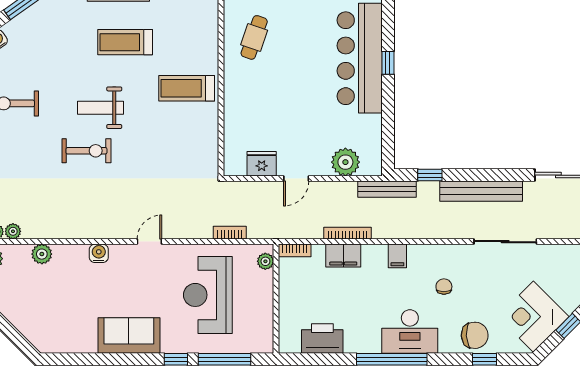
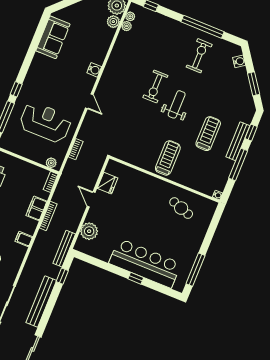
plant: (42, 254) -> (113, 22), moved
sofa: (129, 336) -> (53, 37), moved

